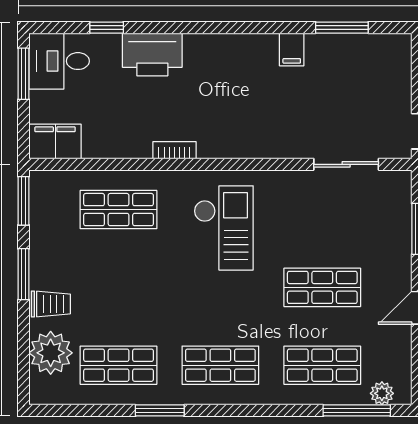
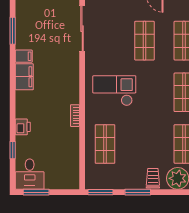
printer: (152, 54) -> (23, 127), width x0.53, depth x0.68
filing cabinet: (55, 141) -> (24, 77), moved, turned 180
sliding door: (346, 164) -> (82, 29), width x1.37

